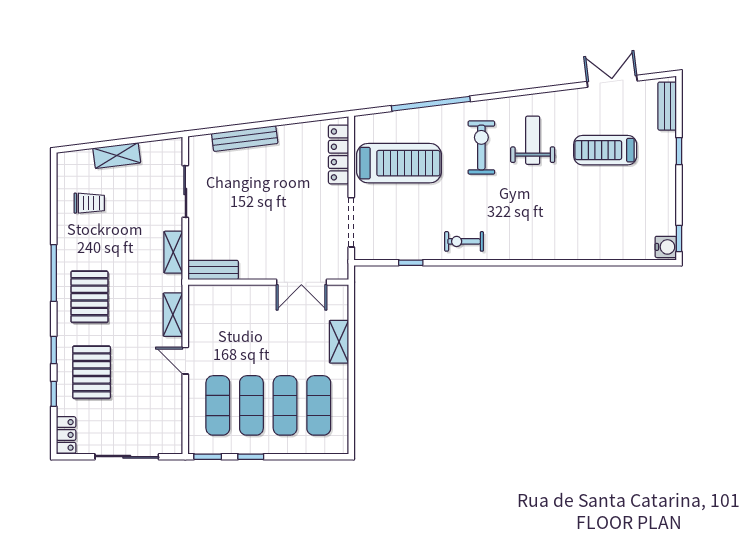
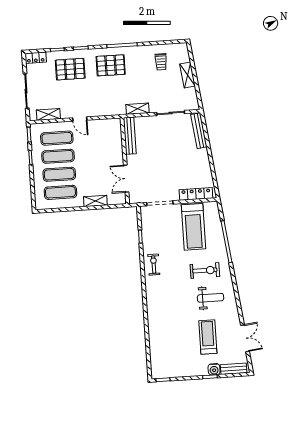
bench: (245, 138) -> (199, 131), moved
water cooler: (666, 247) -> (214, 369), moved
bench: (213, 270) -> (130, 136), width x1.36
shelving: (173, 315) -> (48, 114), moved
door: (185, 361) -> (80, 119), swing flipped

